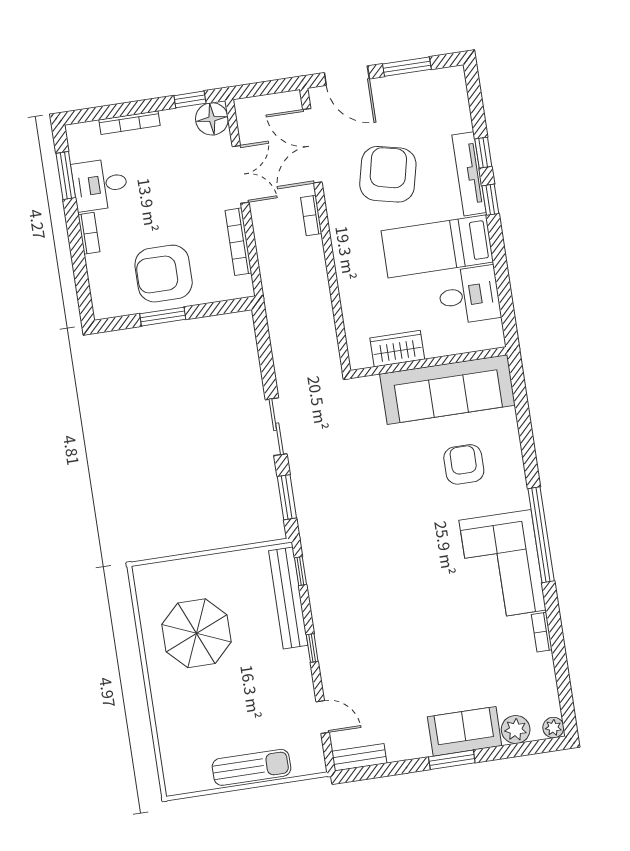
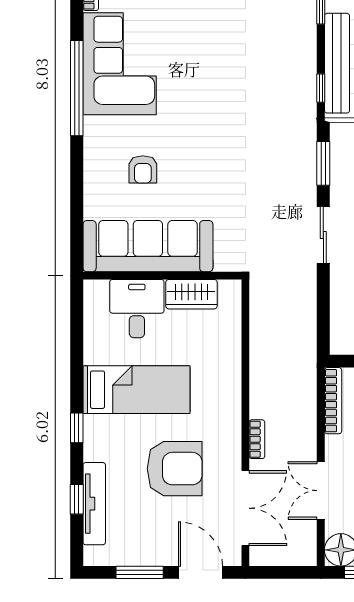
window: (483, 153) -> (77, 499), moved
armchair: (388, 174) -> (175, 469), turned -103
tv unit: (469, 174) -> (94, 504), moved
bookcase: (238, 242) -> (333, 401), moved
desk: (469, 295) -> (137, 309), moved, turned 90
armchair: (464, 464) -> (143, 169), width x0.72, depth x0.72

